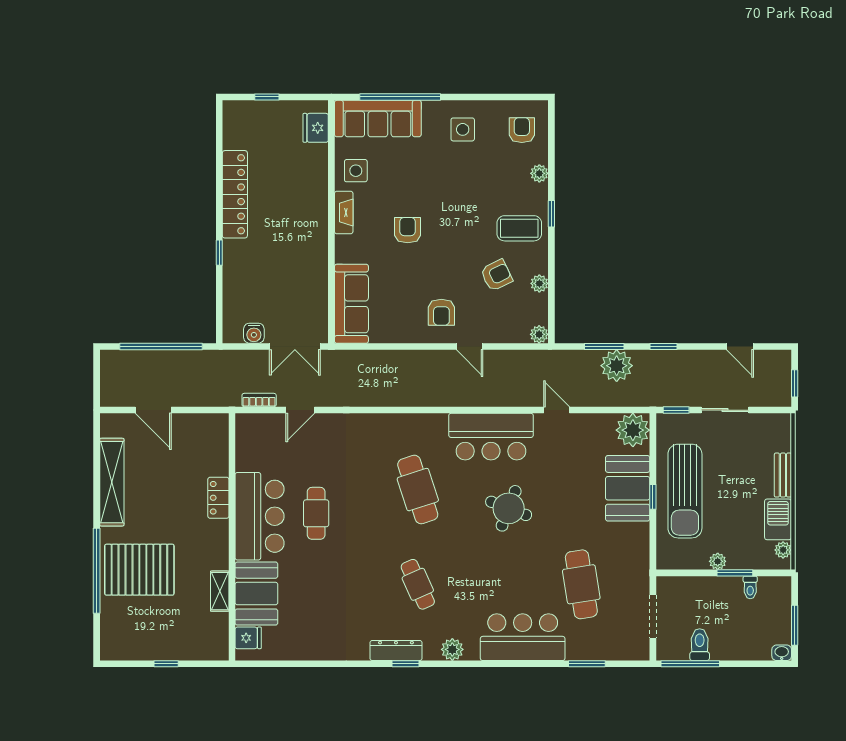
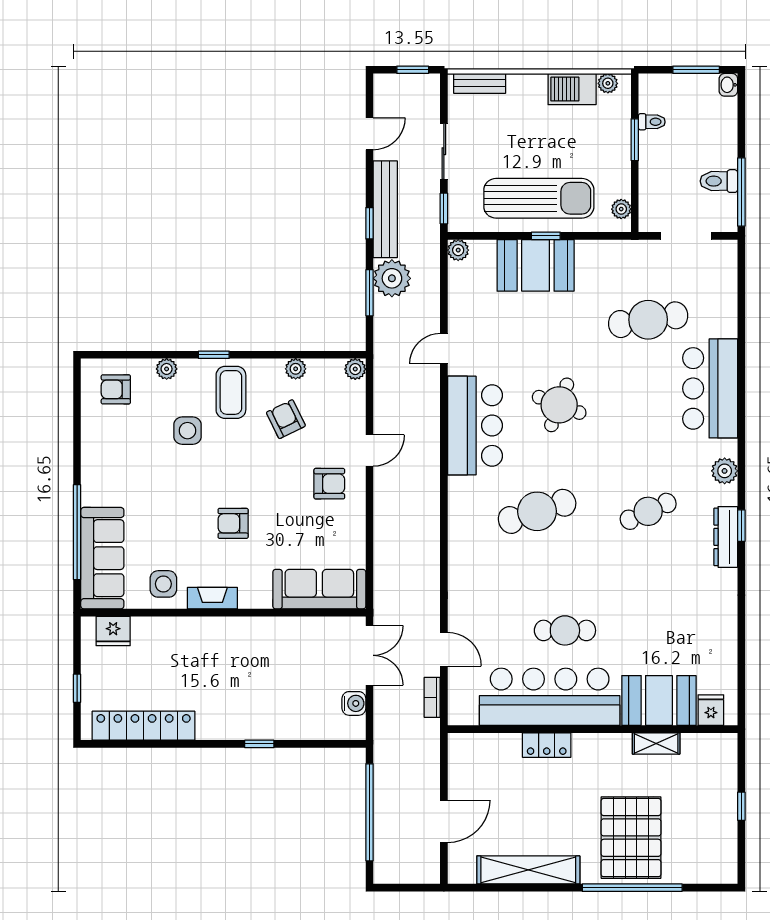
side table: (463, 129) -> (188, 431), moved
locker: (235, 194) -> (144, 726), moved
bench: (675, 360) -> (385, 209), added
plant: (633, 430) -> (458, 250), width x0.53, depth x0.53
bench: (783, 475) -> (480, 83), moved
bar counter: (260, 516) -> (550, 697), width x1.36
plant: (718, 561) -> (621, 209), moved
window: (587, 664) -> (741, 313), removed

